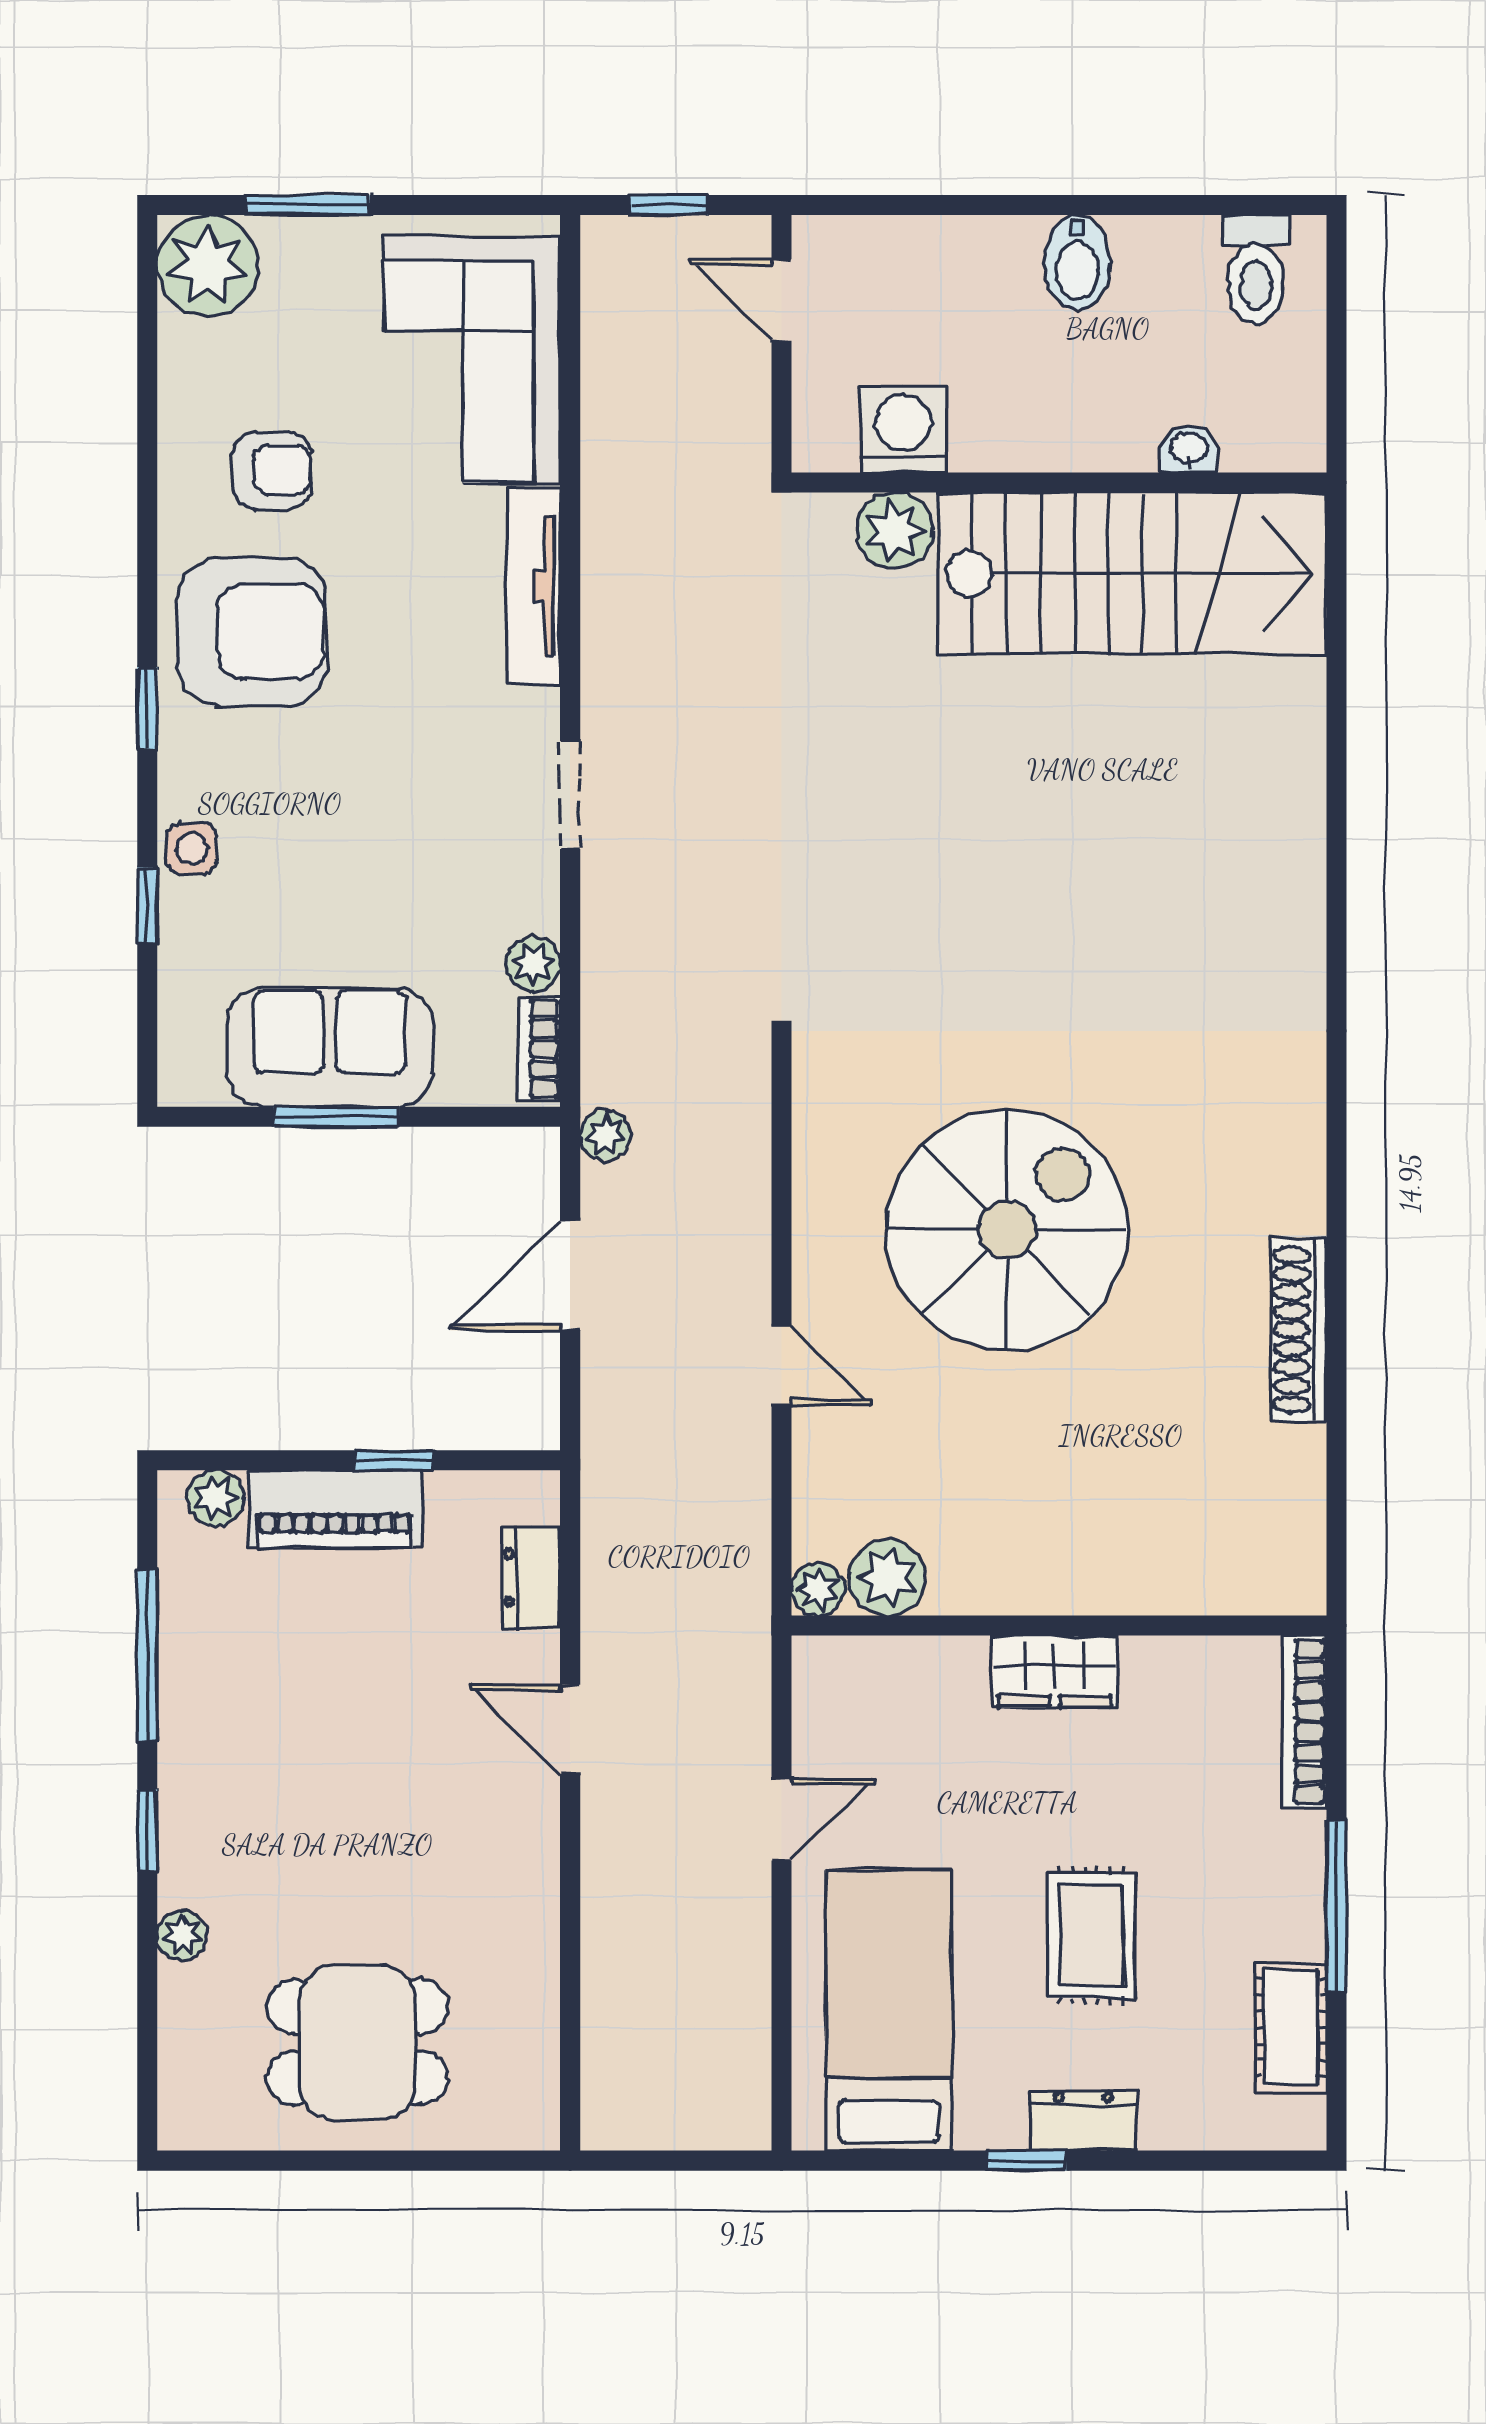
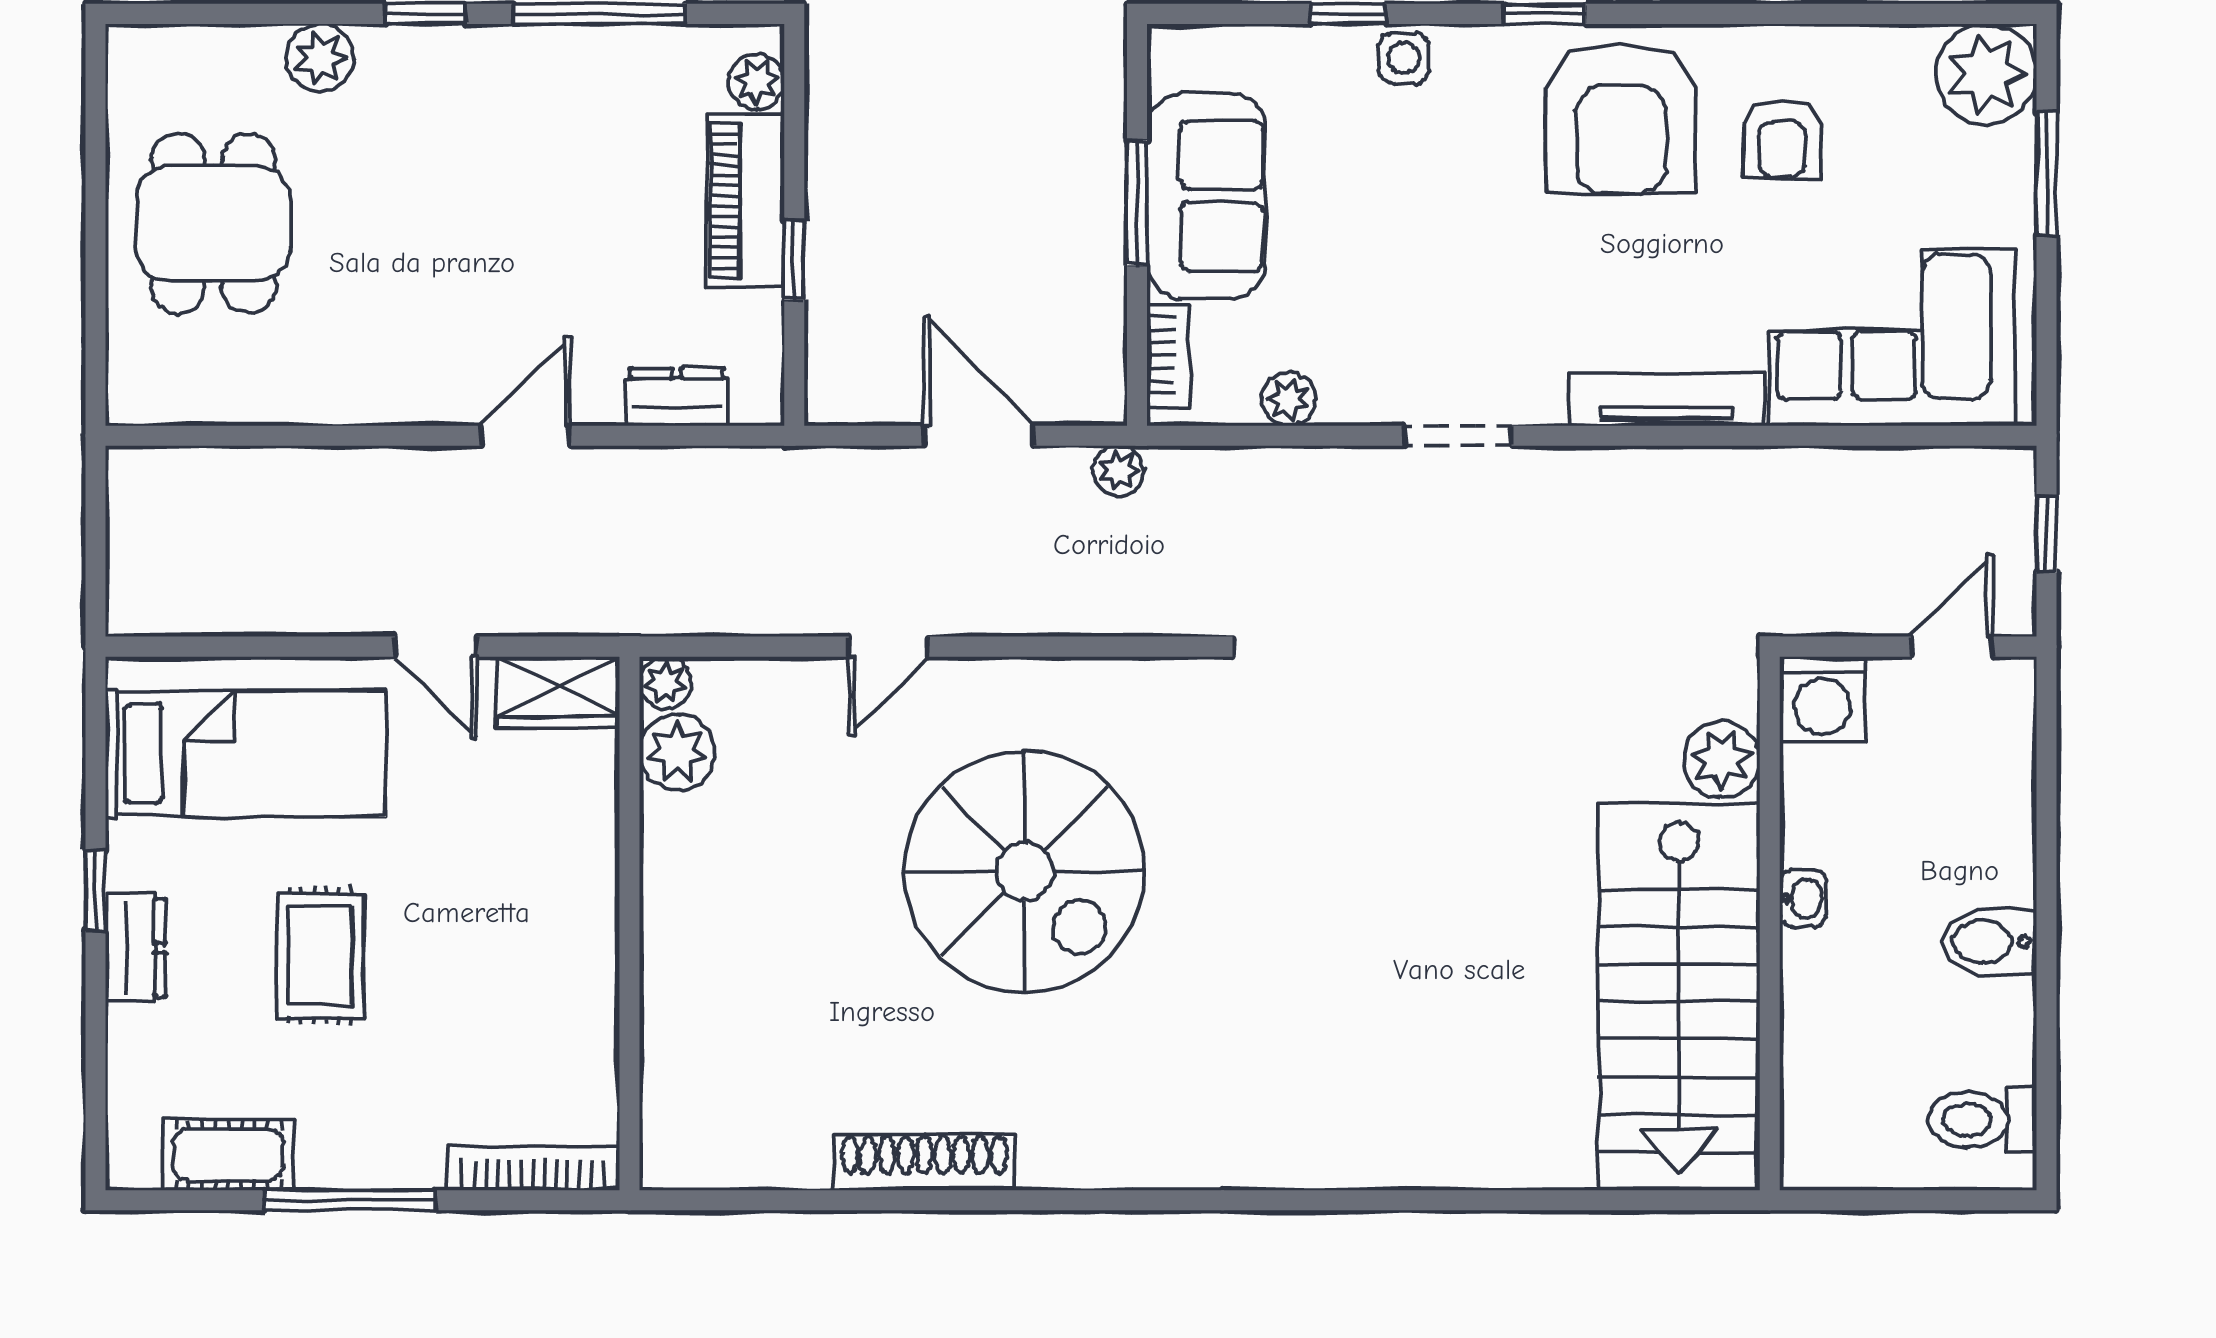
washing machine: (903, 429) -> (1823, 700), moved, turned 90
washbasin: (1189, 449) -> (1803, 898), moved
bookcase: (539, 1049) -> (1168, 355), moved, turned 90
wardrobe: (1055, 1671) -> (558, 692), moved, turned -90
plant: (182, 1935) -> (320, 58), width x1.38, depth x1.38
rug: (1091, 1936) -> (320, 956), turned 90

